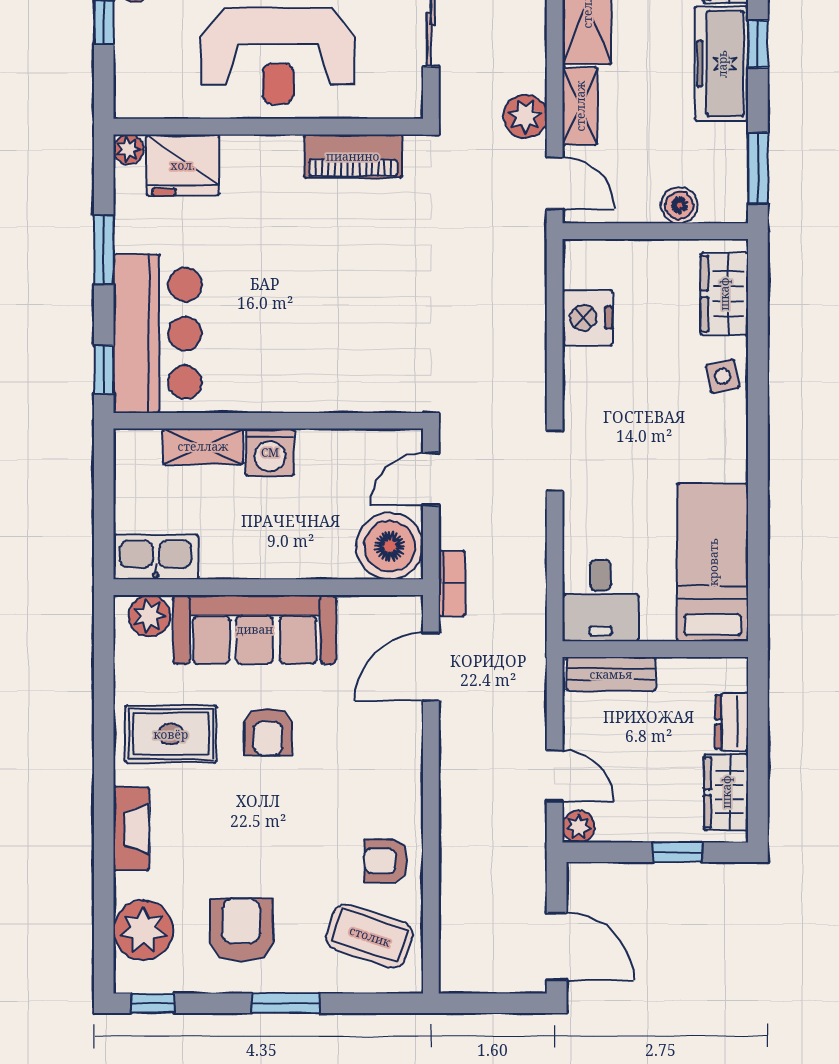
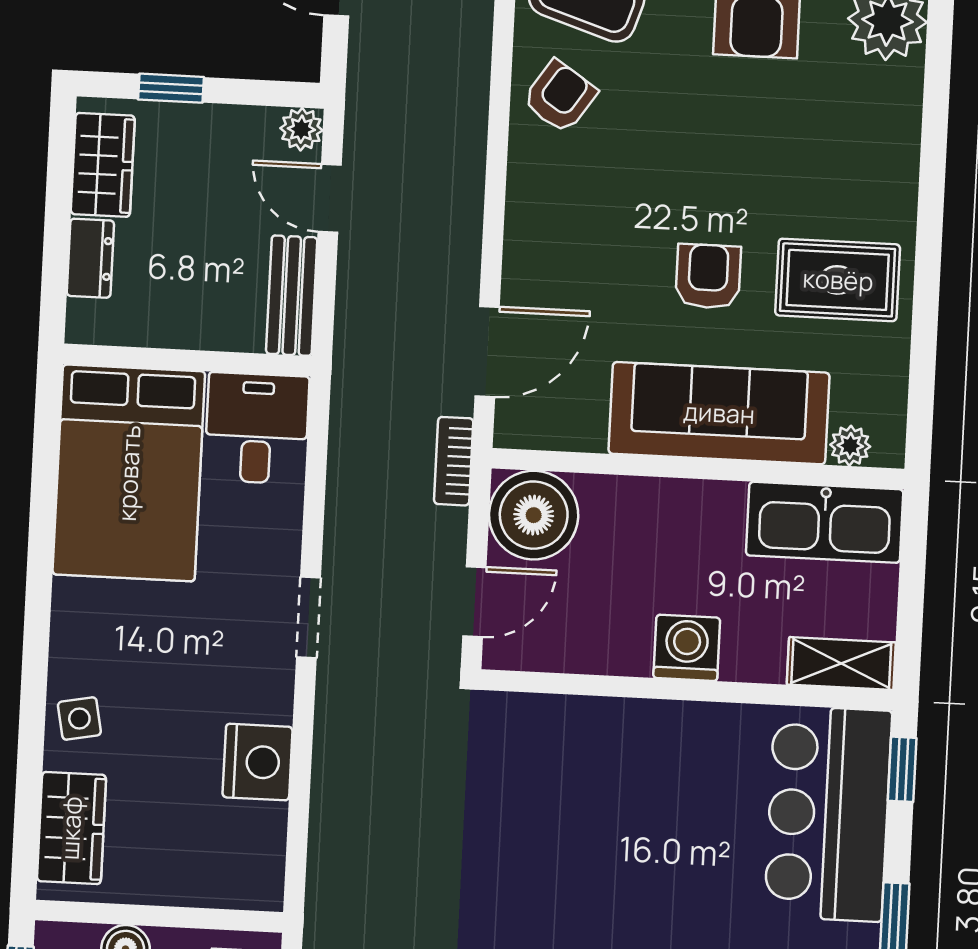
nightstand: (587, 318) -> (258, 762), moved
shelving: (203, 446) -> (841, 663), moved
kitchen sink: (156, 557) -> (825, 522), width x1.36, depth x1.24
bed: (713, 562) -> (129, 473), width x1.50
plant: (149, 616) -> (850, 446), width x0.73, depth x0.73
bench: (611, 674) -> (292, 296), moved, turned 90
fireplace: (131, 829) -> (896, 156), removed
armchair: (386, 861) -> (560, 97), turned -56

